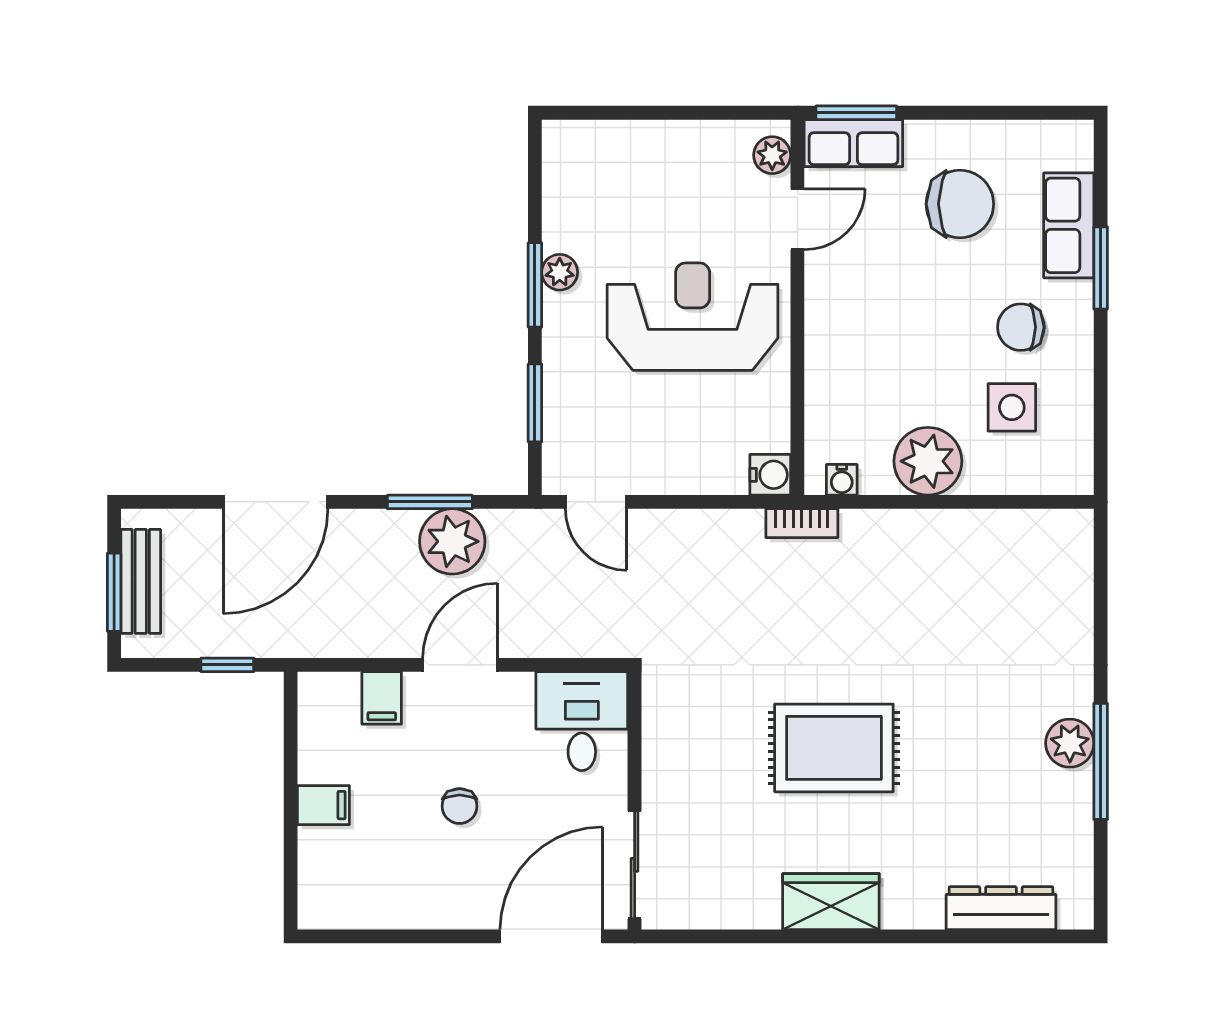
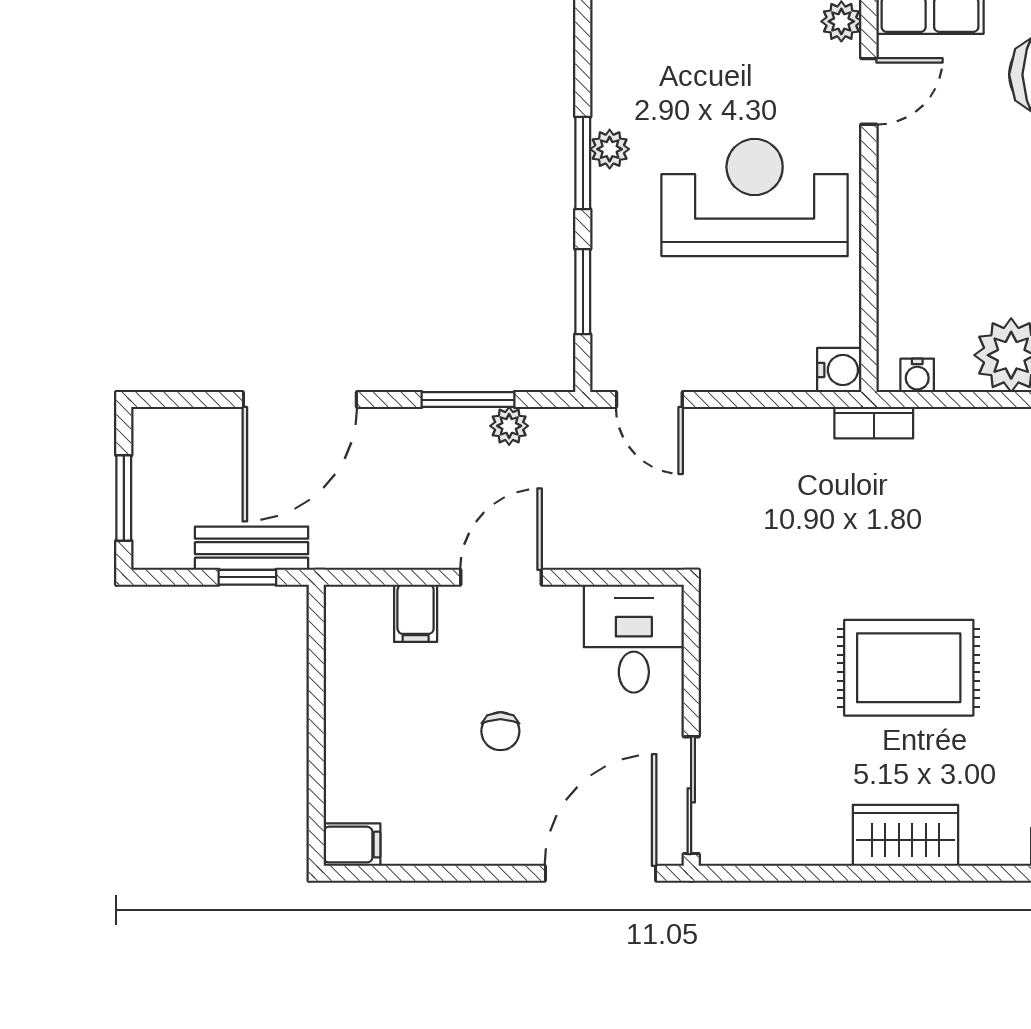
plant: (452, 541) -> (509, 426), width x0.53, depth x0.53
bench: (141, 581) -> (252, 548), moved, turned 90
filing cabinet: (323, 805) -> (352, 845), moved

